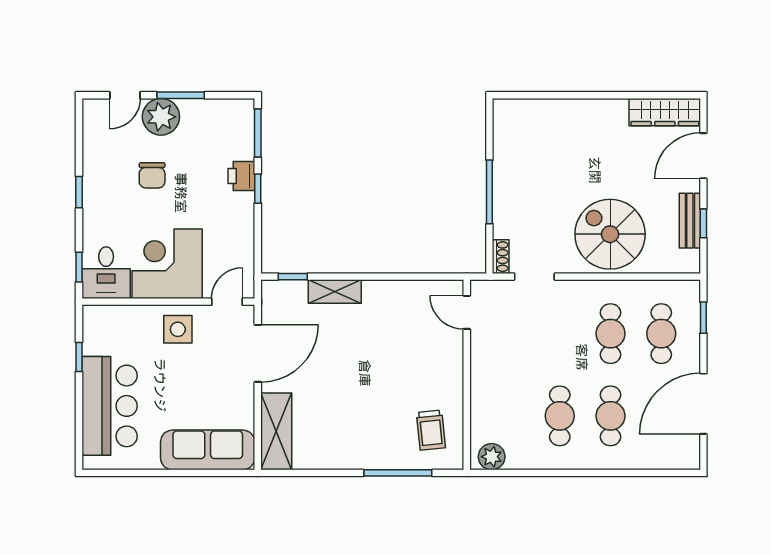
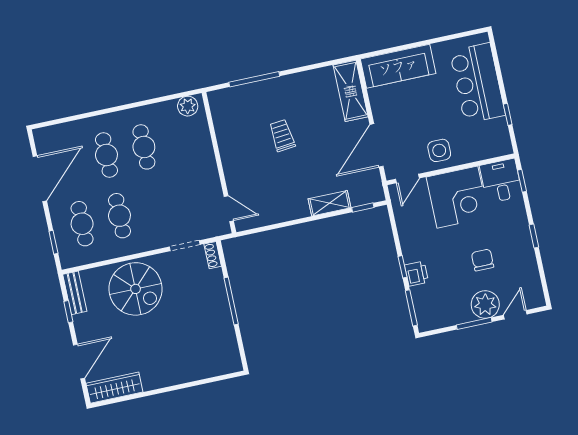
bench: (690, 221) -> (75, 293), moved
trolley: (431, 430) -> (282, 135), moved

